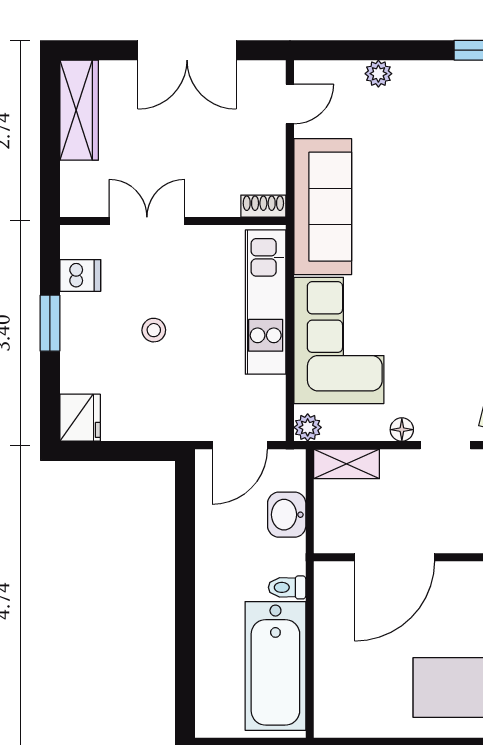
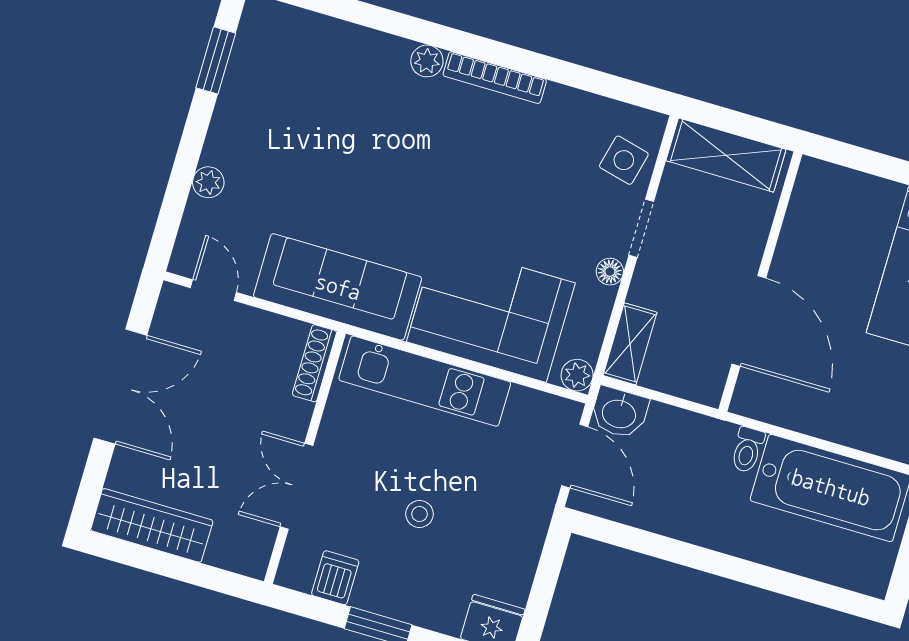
shoe rack: (263, 206) -> (314, 363), width x1.43
washbasin: (287, 515) -> (619, 413), moved

